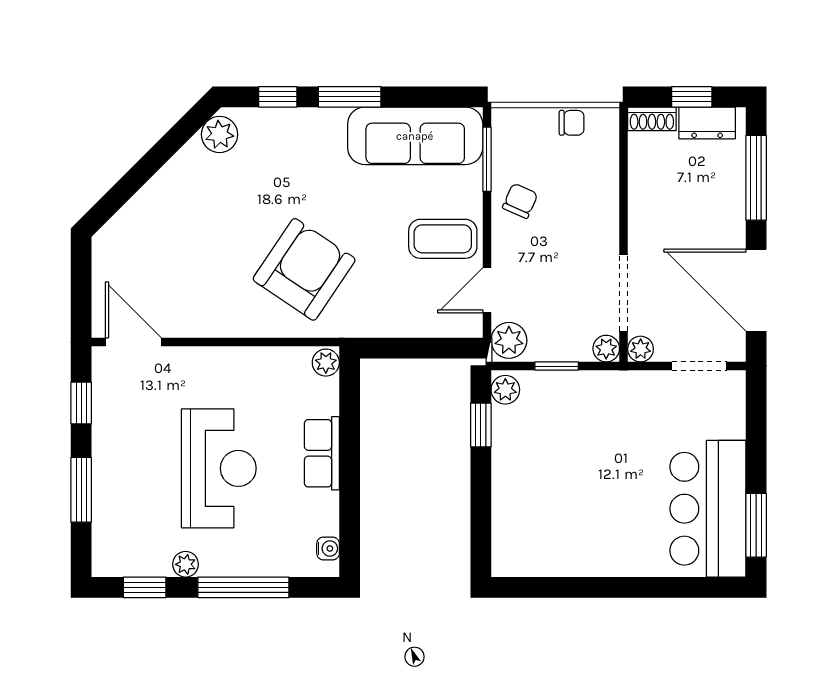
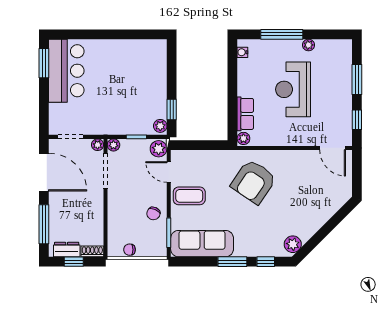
door: (487, 290) -> (169, 172), swing flipped
row of seats: (322, 453) -> (245, 114), moved
window: (145, 587) -> (327, 34), removed

